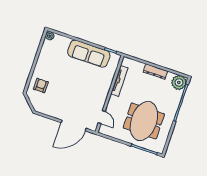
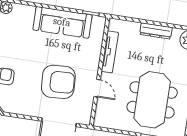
armchair: (78, 96) -> (58, 82), added
door: (102, 117) -> (97, 88), moved

